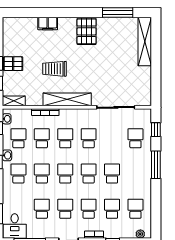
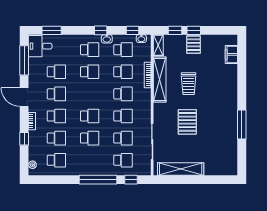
window: (118, 13) -> (242, 125), moved
filing cabinet: (48, 23) -> (231, 54), moved
pallet: (87, 31) -> (187, 122), moved, turned 90
shelving: (145, 41) -> (181, 169), moved
trolley: (54, 69) -> (189, 84), turned 180
shelving: (67, 99) -> (160, 79), moved
window: (156, 165) -> (98, 180), width x1.46
school desk: (65, 174) -> (123, 138), moved

